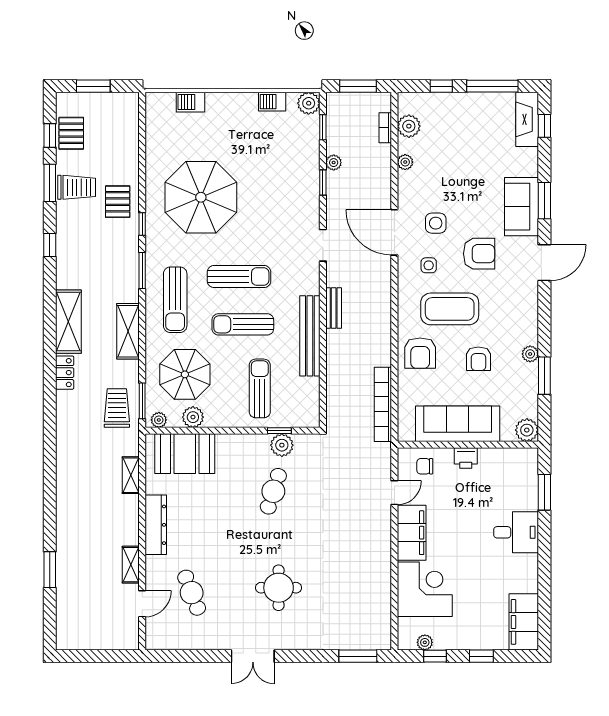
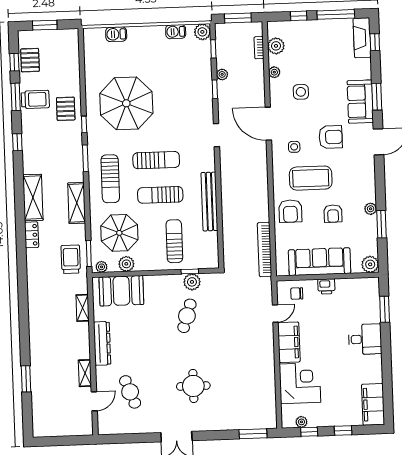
side table: (436, 223) -> (301, 92), moved
bench: (334, 308) -> (226, 181), removed

